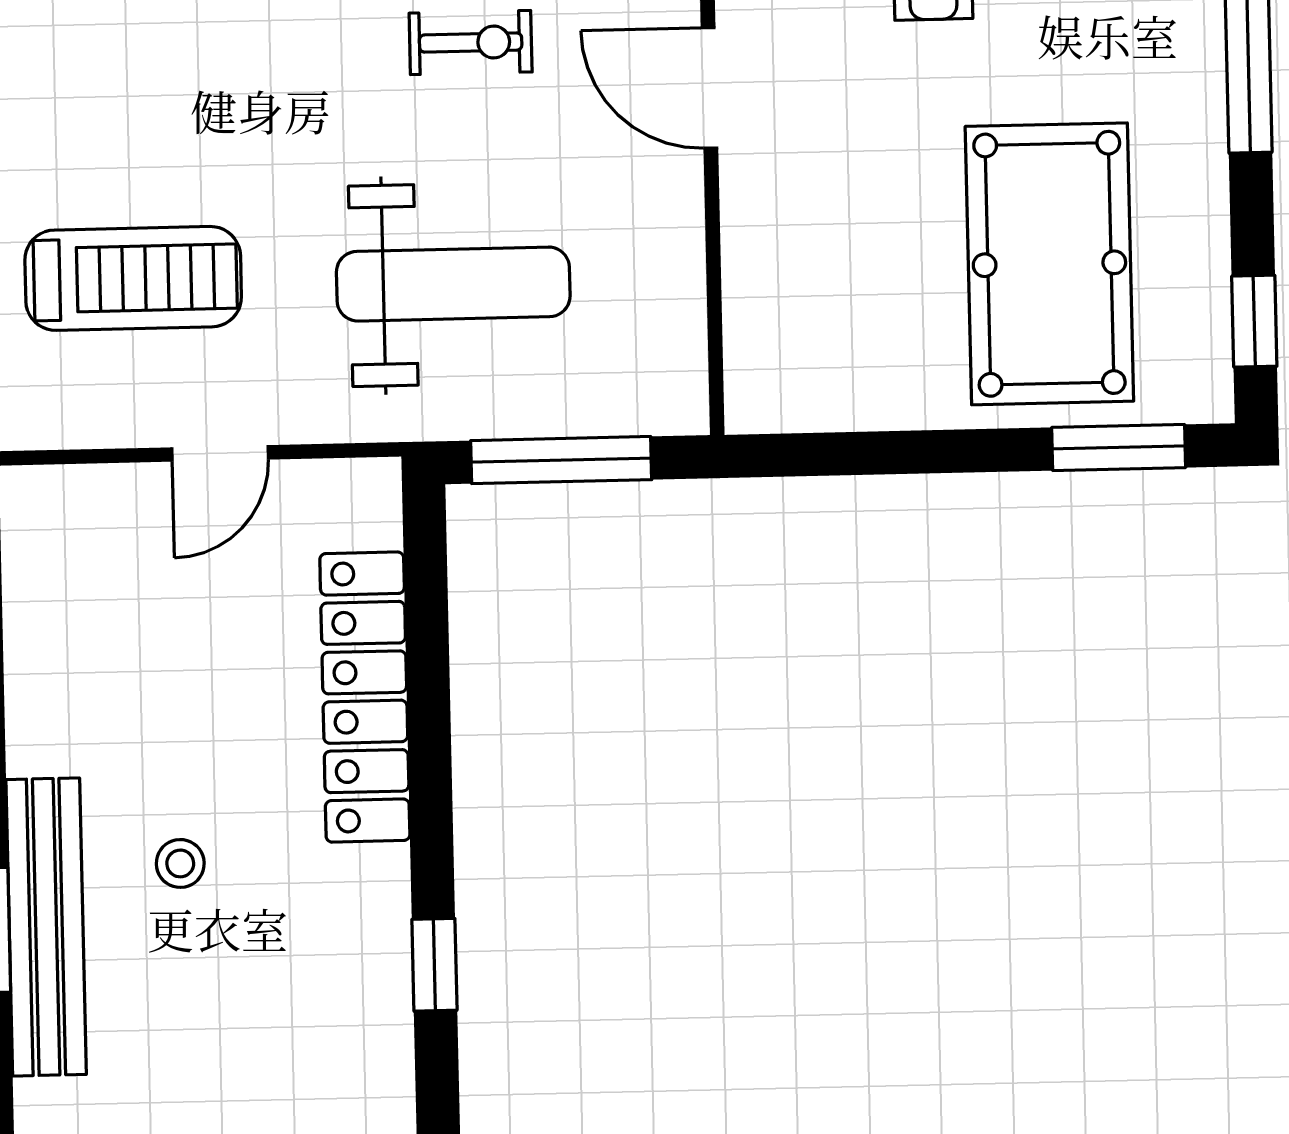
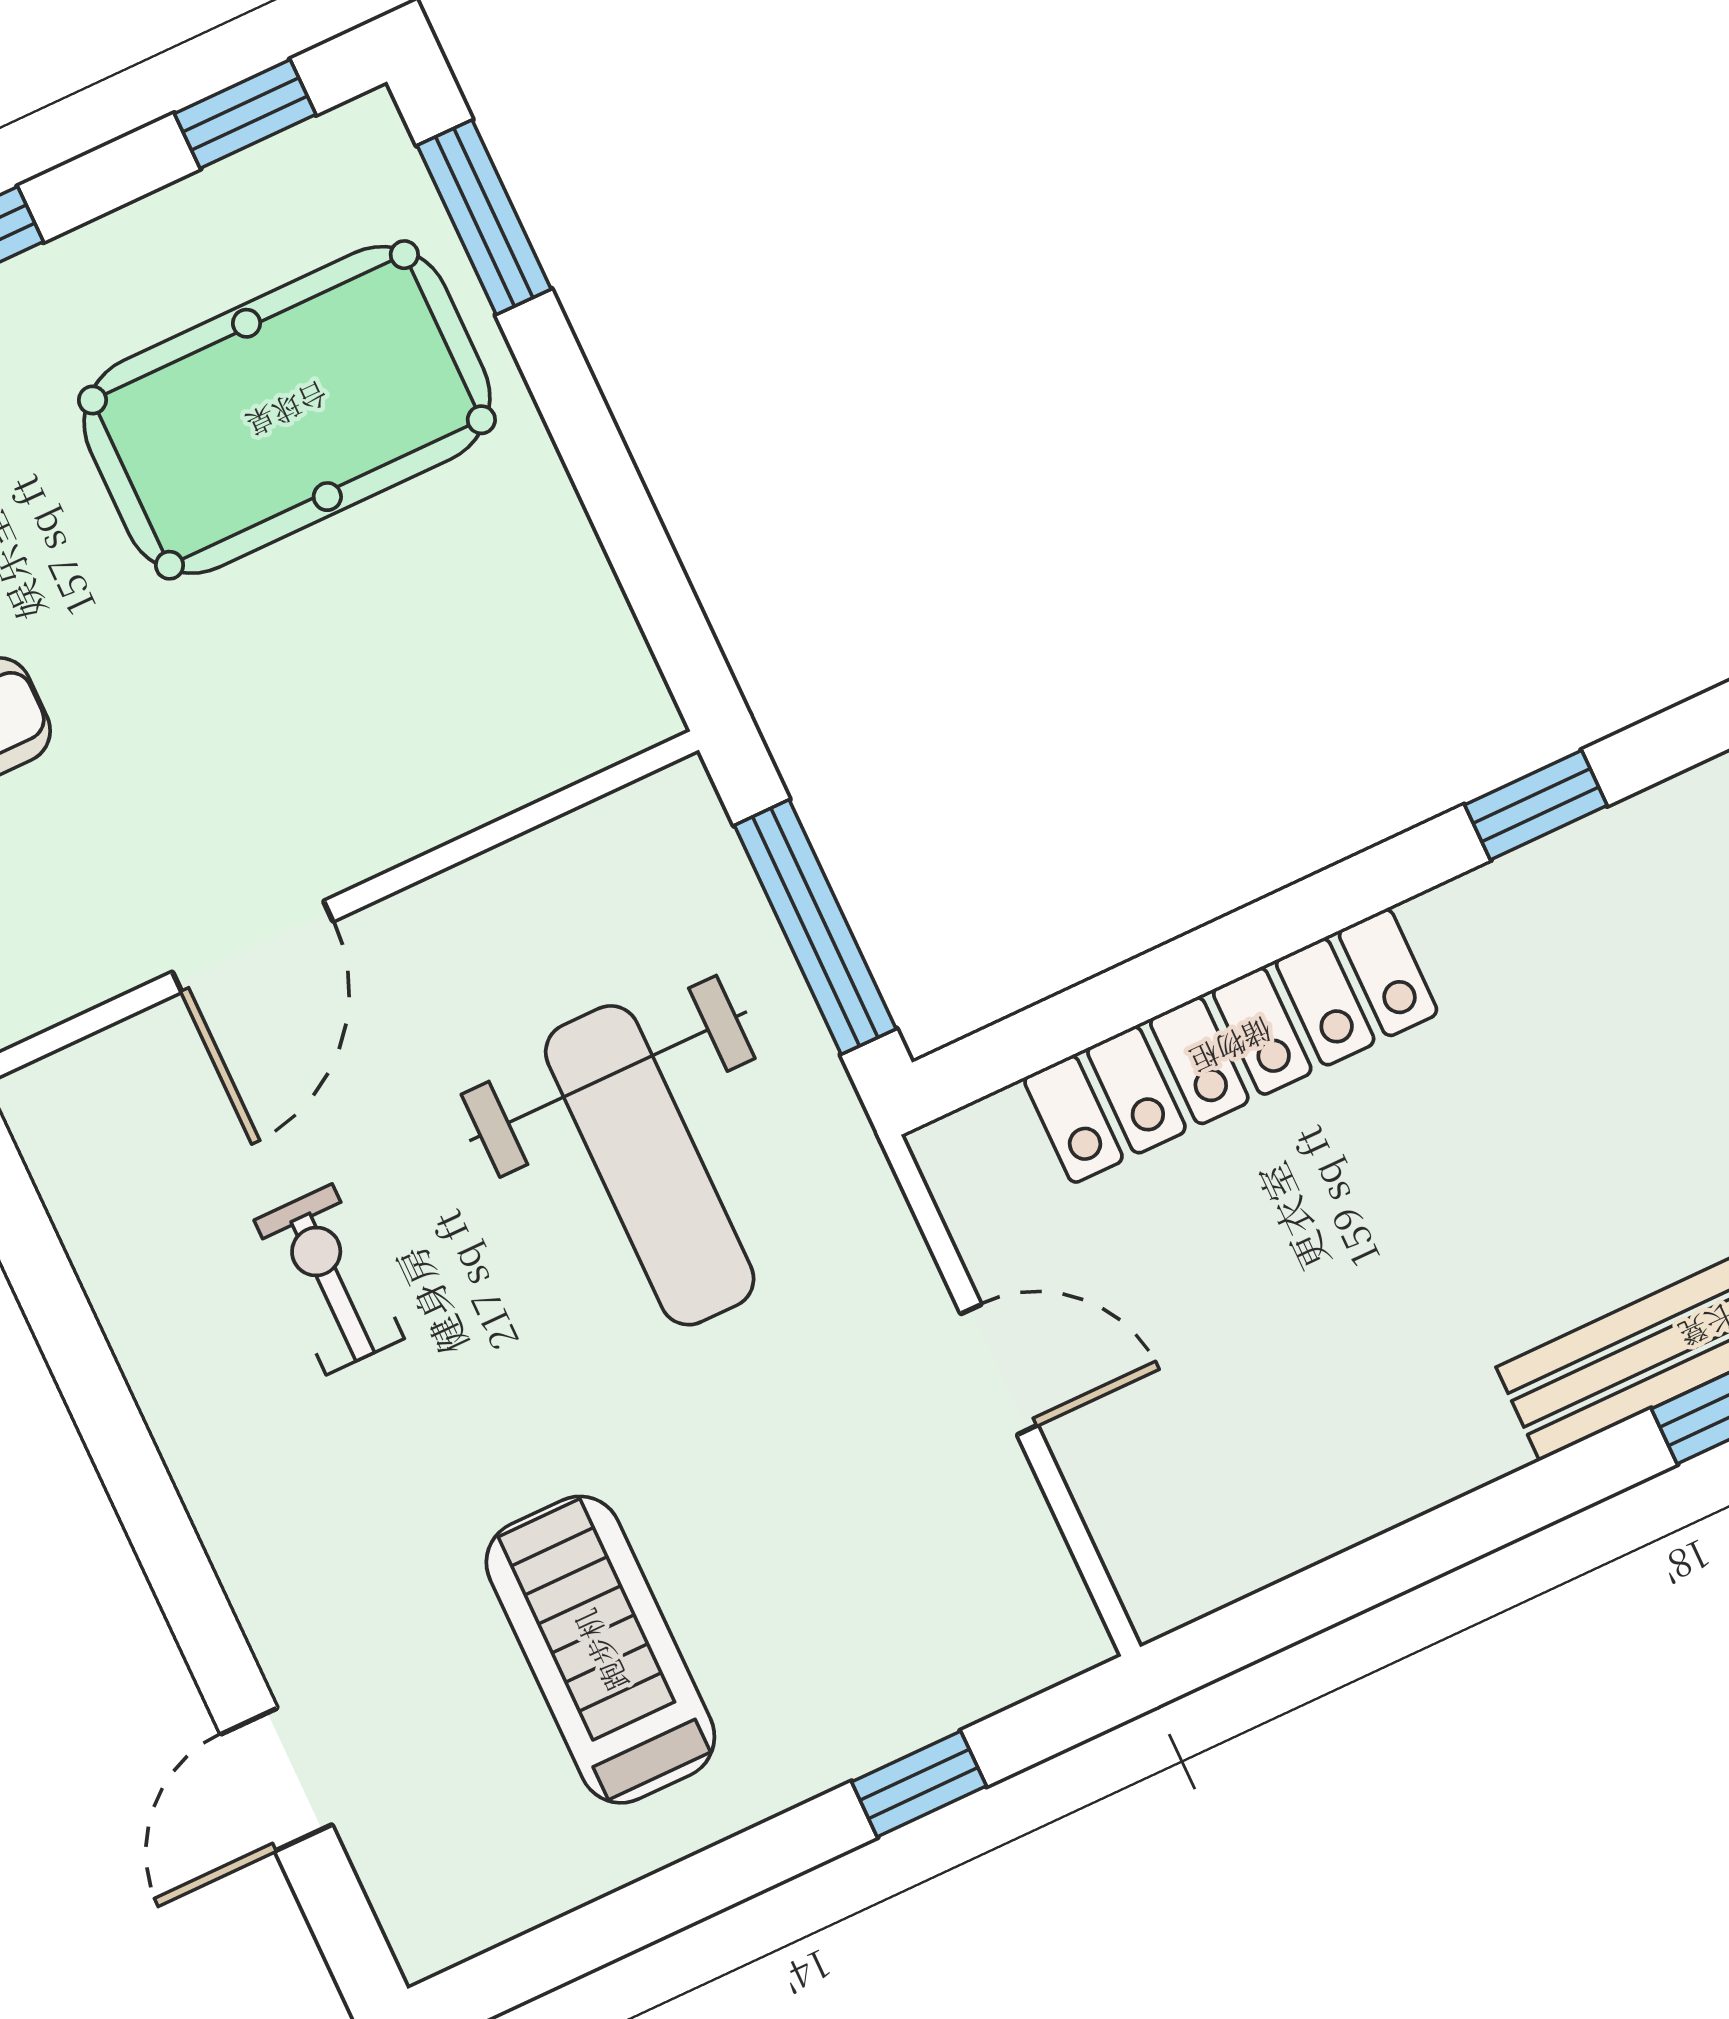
treadmill: (133, 278) -> (600, 1650), moved
weight bench: (453, 284) -> (650, 1165), turned 180
stool: (180, 863) -> (1549, 1189), removed

